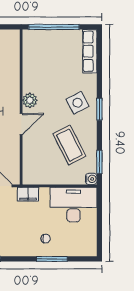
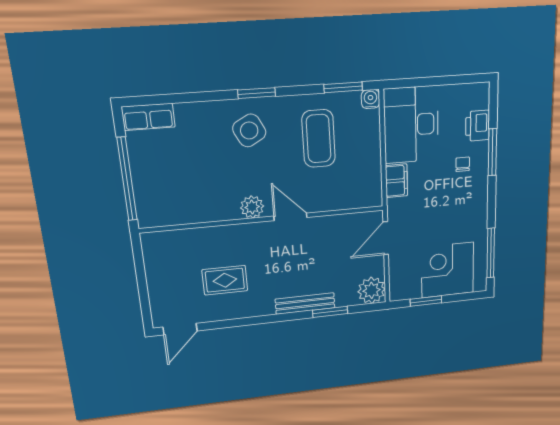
row of seats: (90, 51) -> (148, 117), width x0.68
coffee table: (69, 145) -> (319, 139), turned -63
filing cabinet: (28, 194) -> (396, 181), moved
printer: (70, 249) -> (478, 126), added

